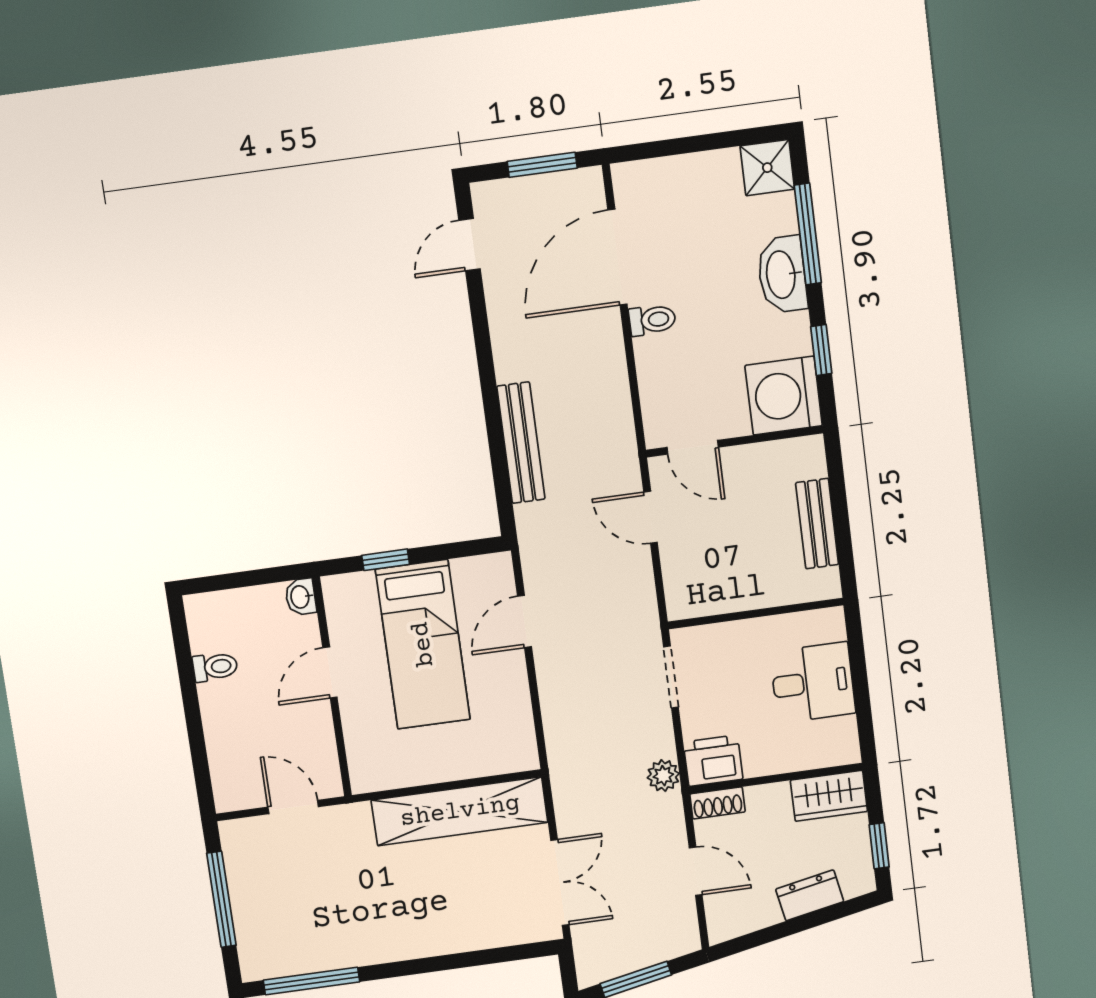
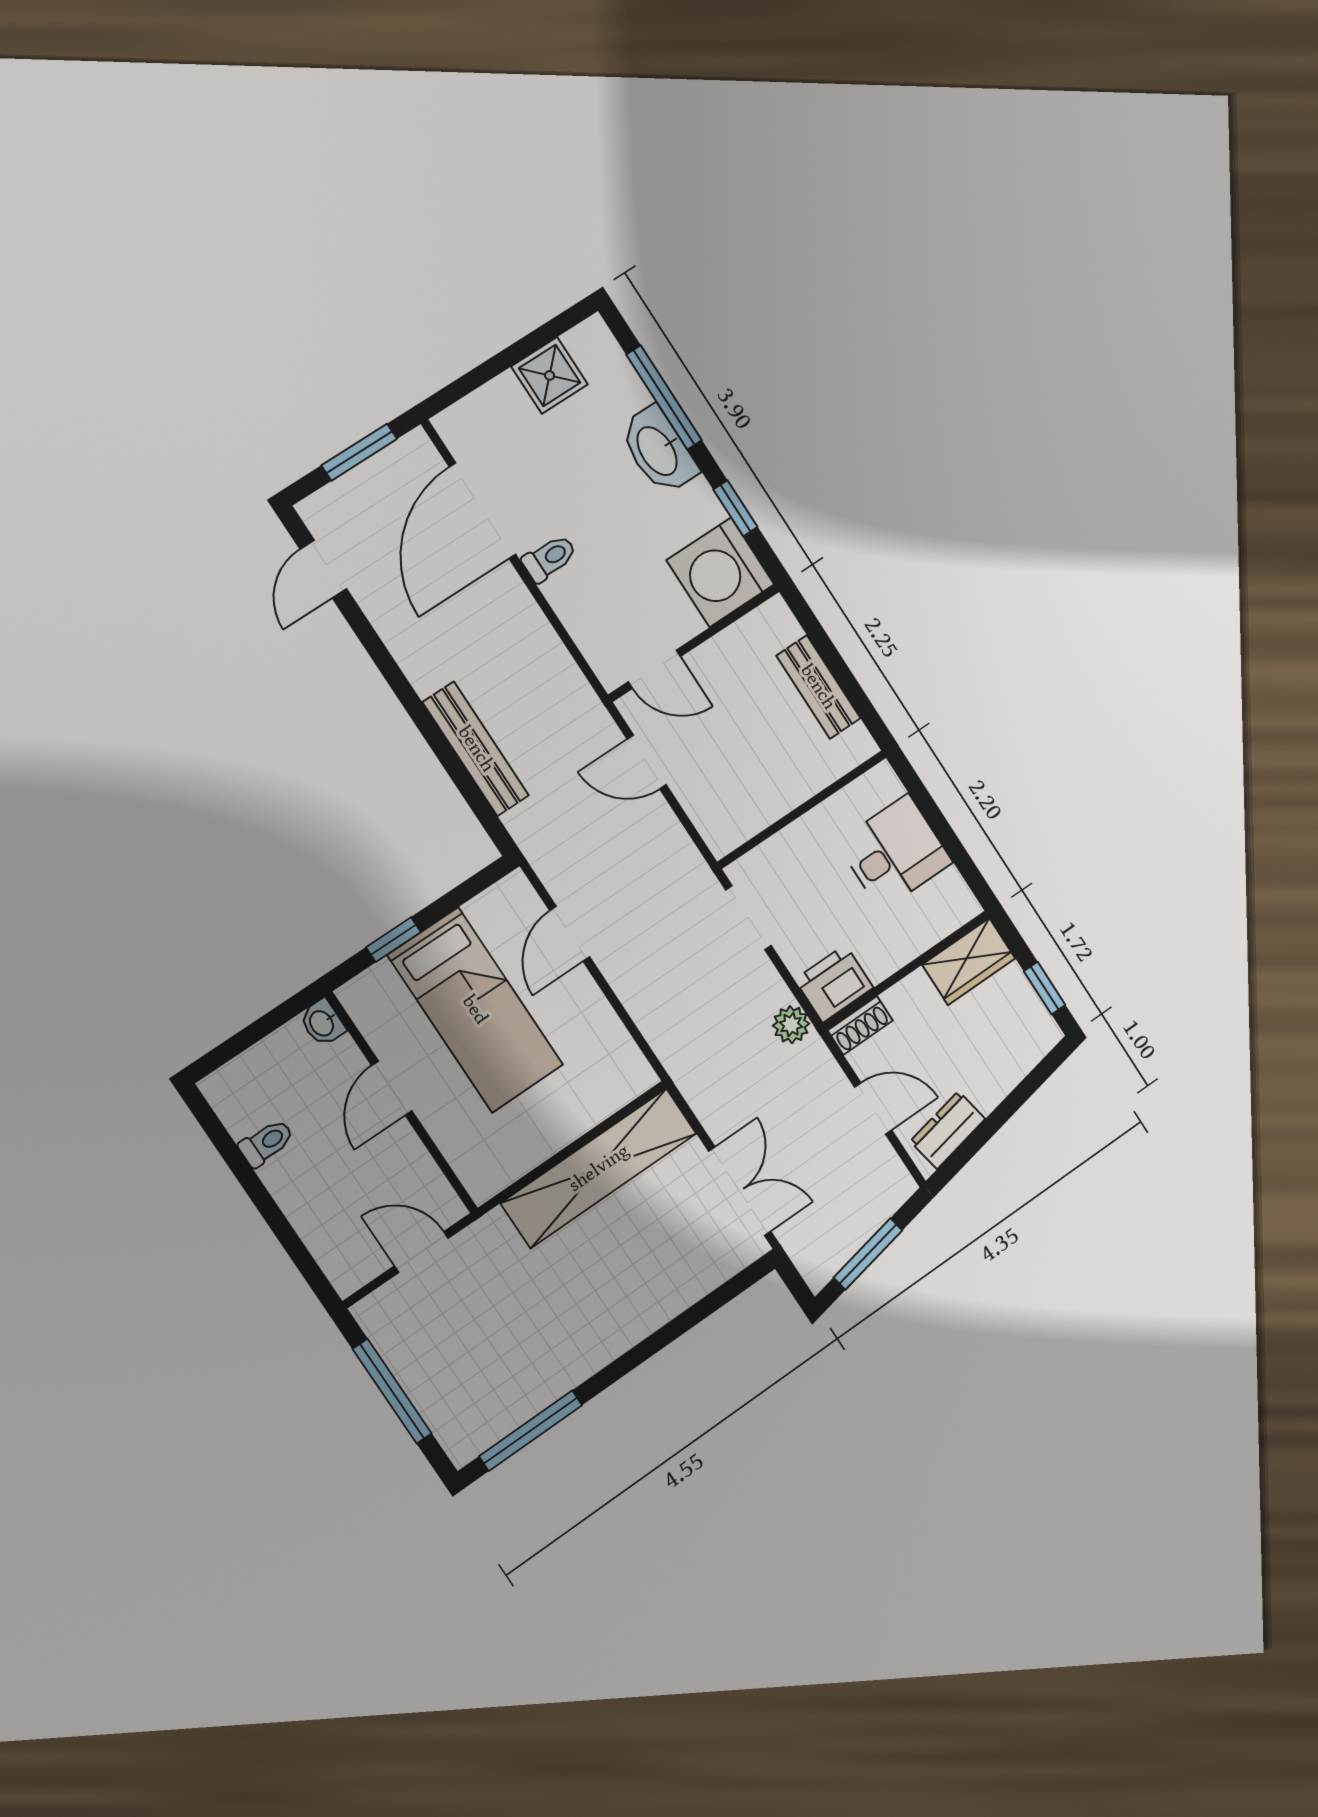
shower: (767, 168) -> (550, 375), moved
dresser: (810, 895) -> (948, 1130), moved

